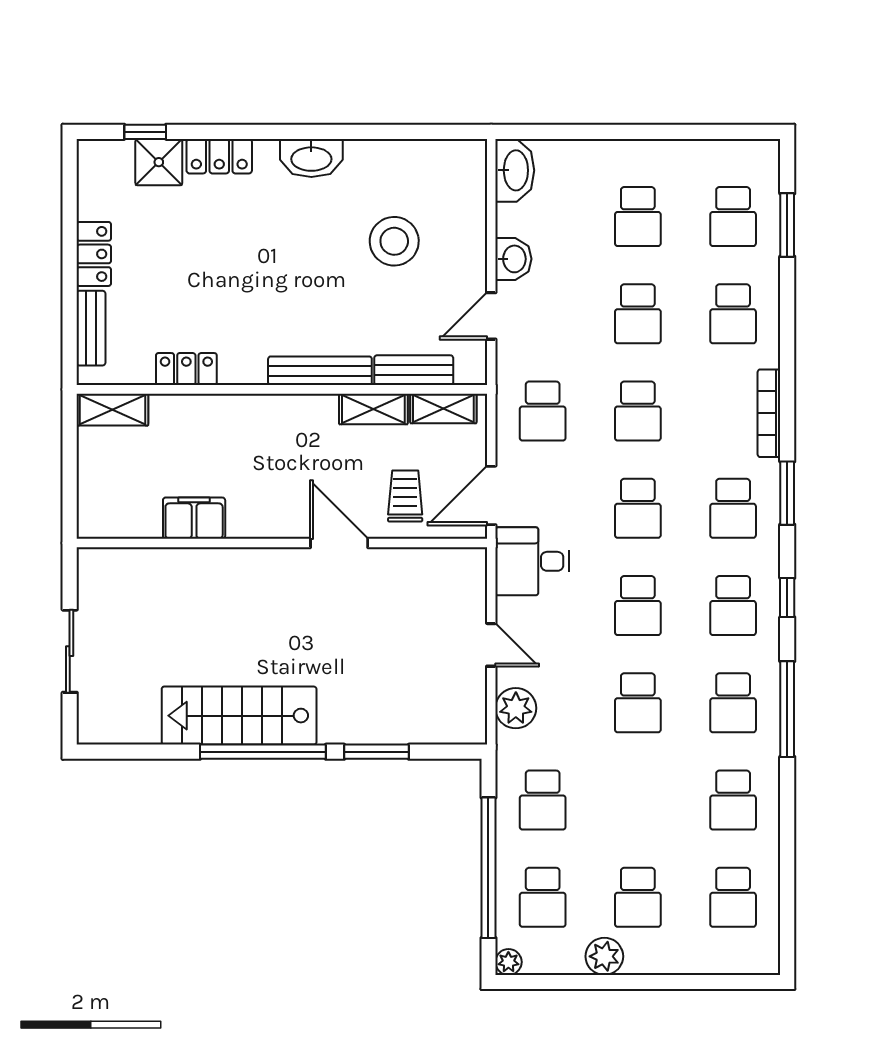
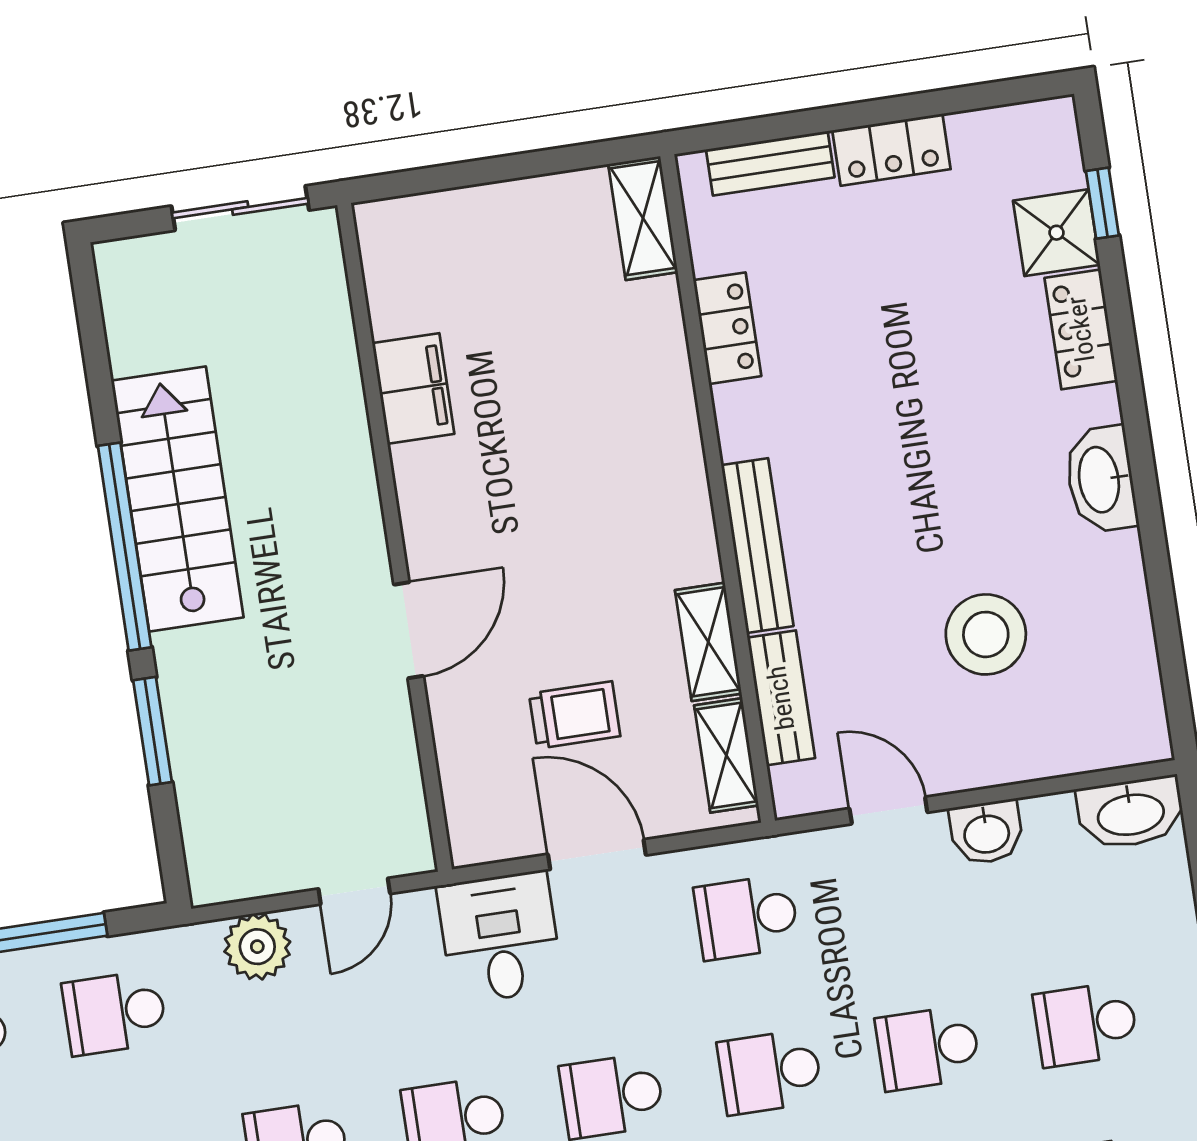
filing cabinet: (194, 518) -> (413, 388), moved
wall: (282, 543) -> (395, 537), moved
door: (339, 543) -> (409, 630), moved

